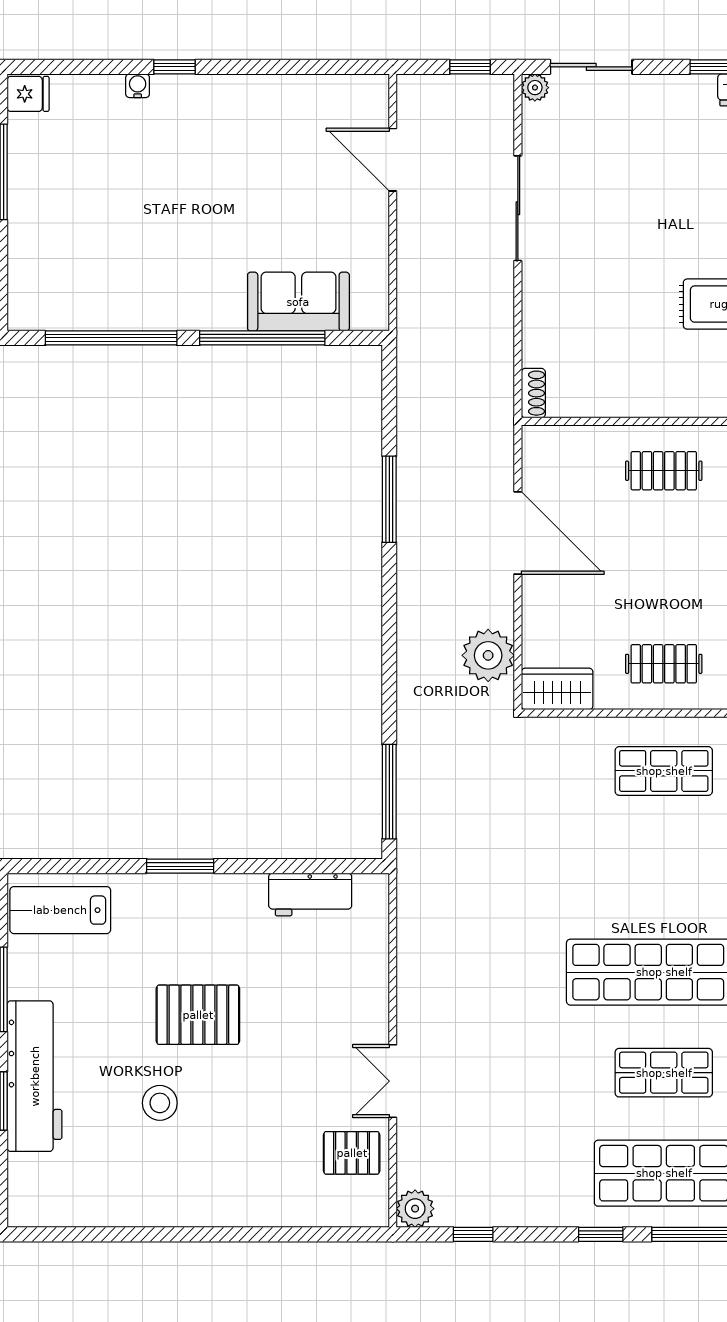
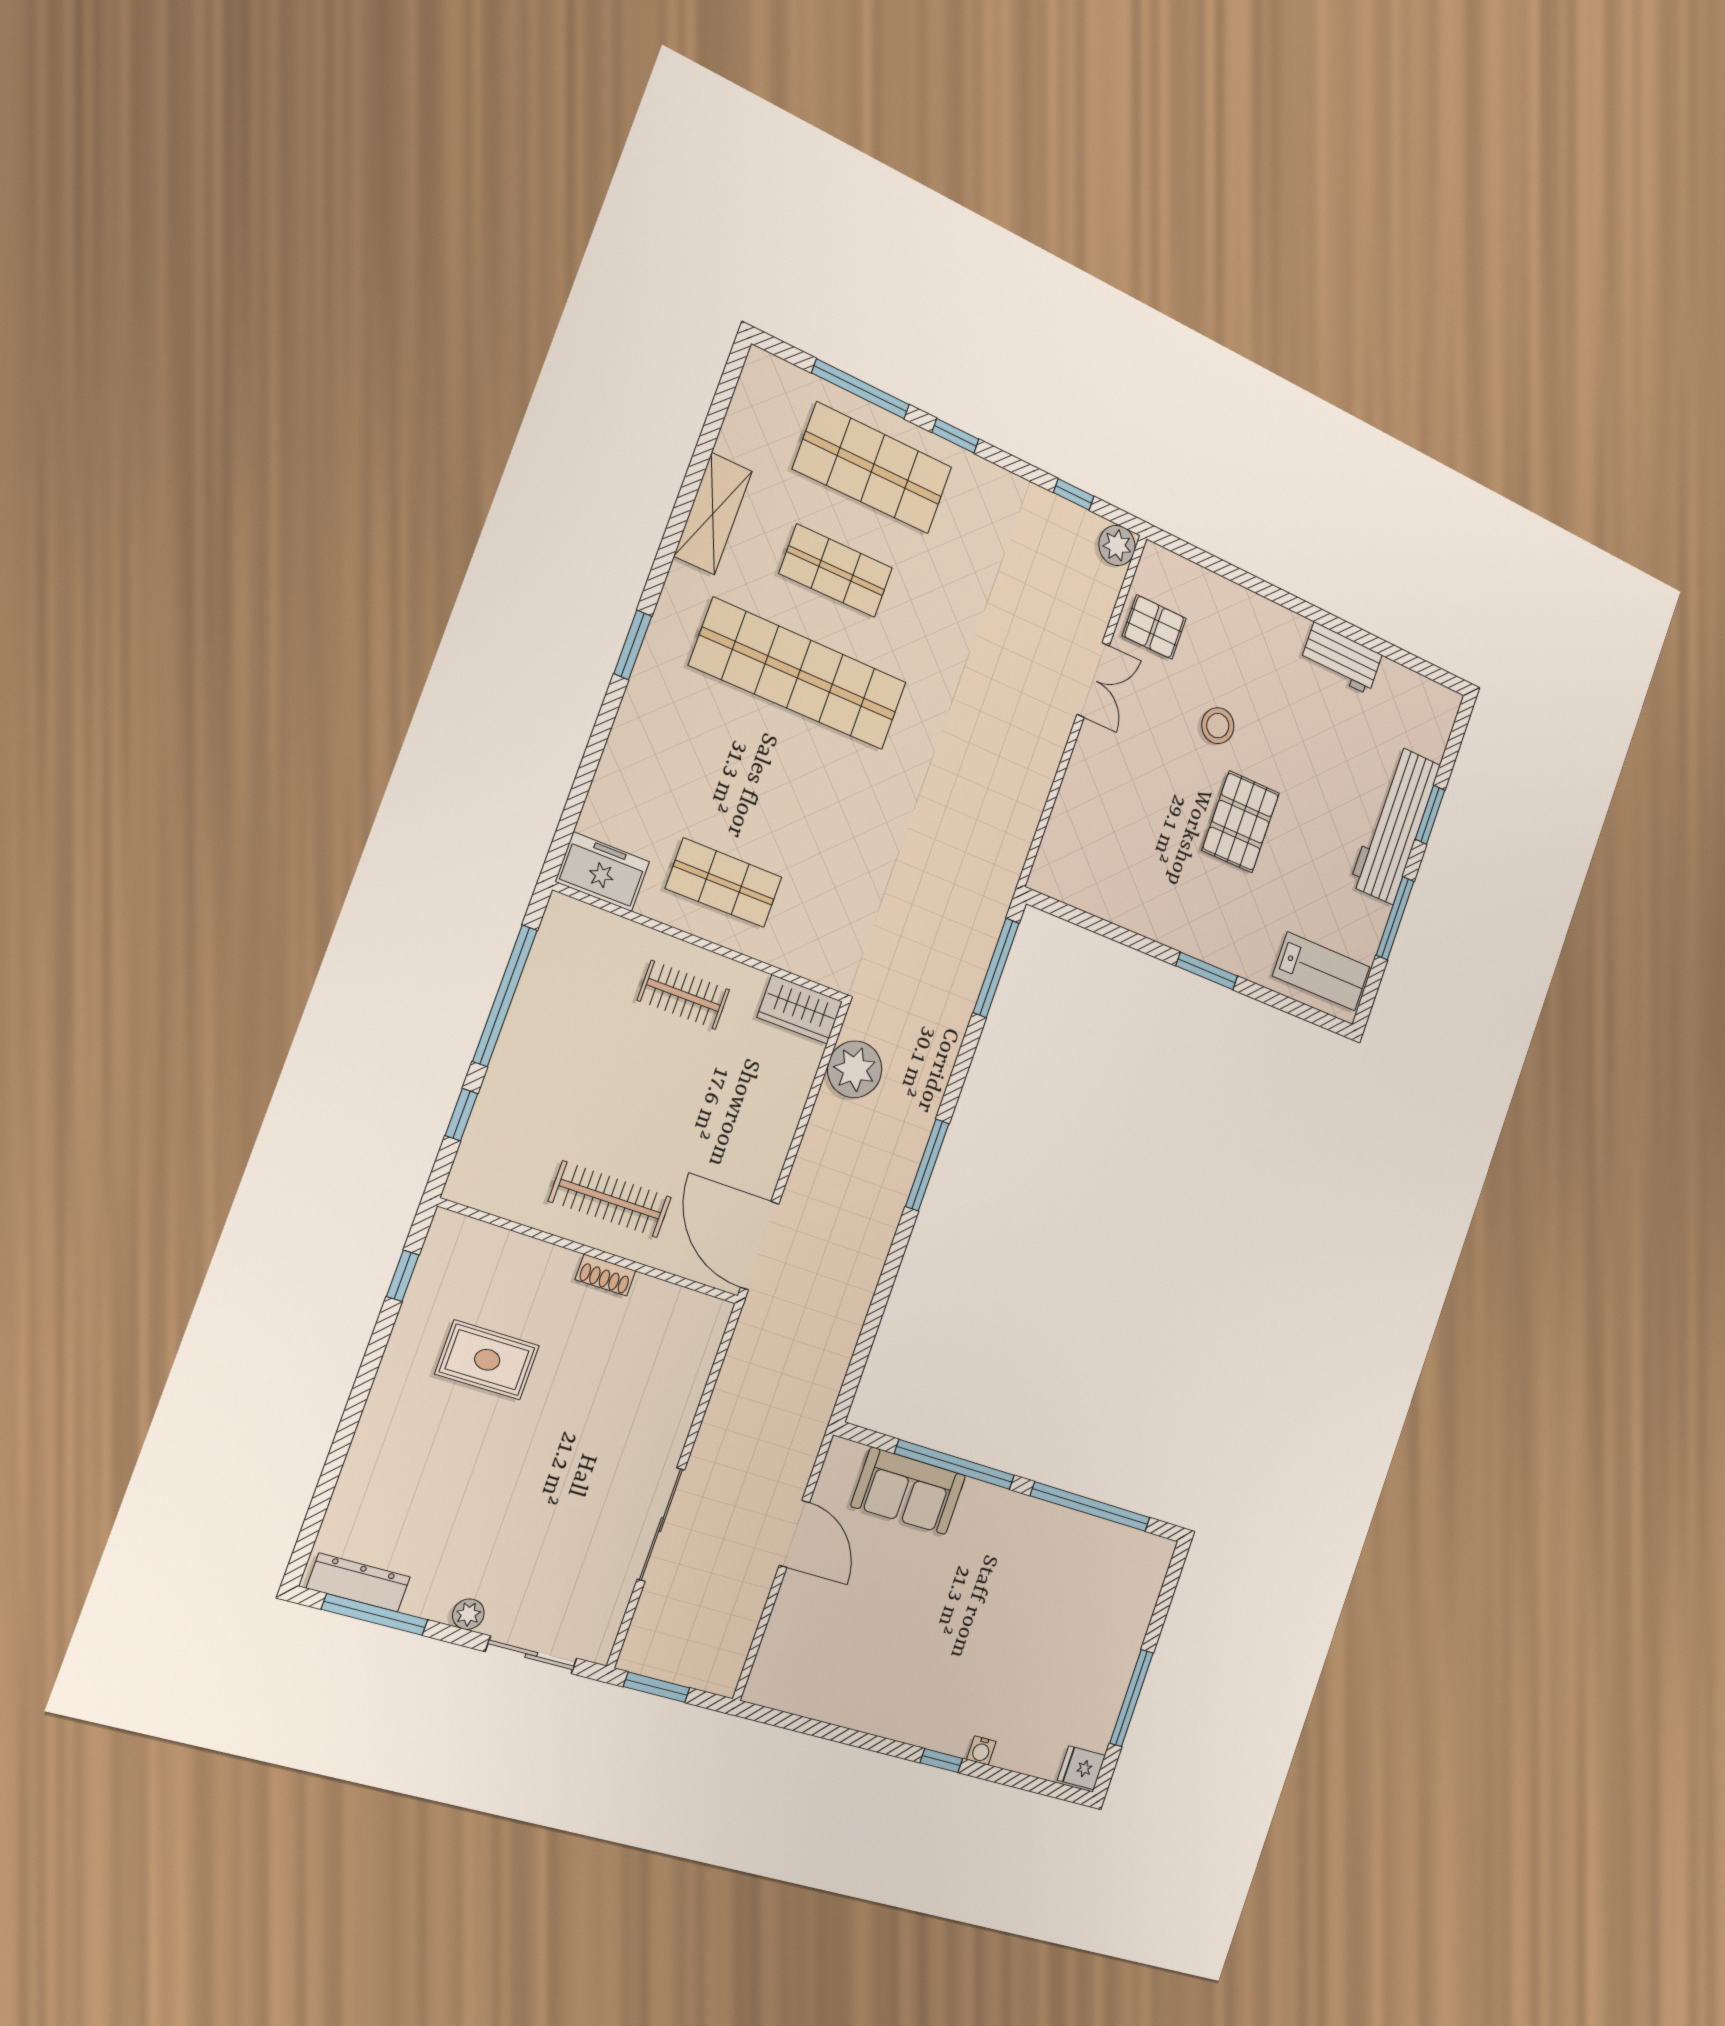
window: (470, 67) -> (657, 1687), width x1.50
plant: (535, 88) -> (468, 1614), moved
door: (393, 160) -> (794, 1534), moved
shoe rack: (533, 393) -> (606, 1275), moved, turned -90
clothes rail: (664, 471) -> (610, 1199), width x1.36
window: (389, 499) -> (927, 1165), moved
door: (518, 533) -> (760, 1246), moved
workbench: (310, 895) -> (1341, 658), moved, turned 180
pallet: (198, 1015) -> (1241, 822), turned 90
stool: (160, 1103) -> (1218, 726), moved

